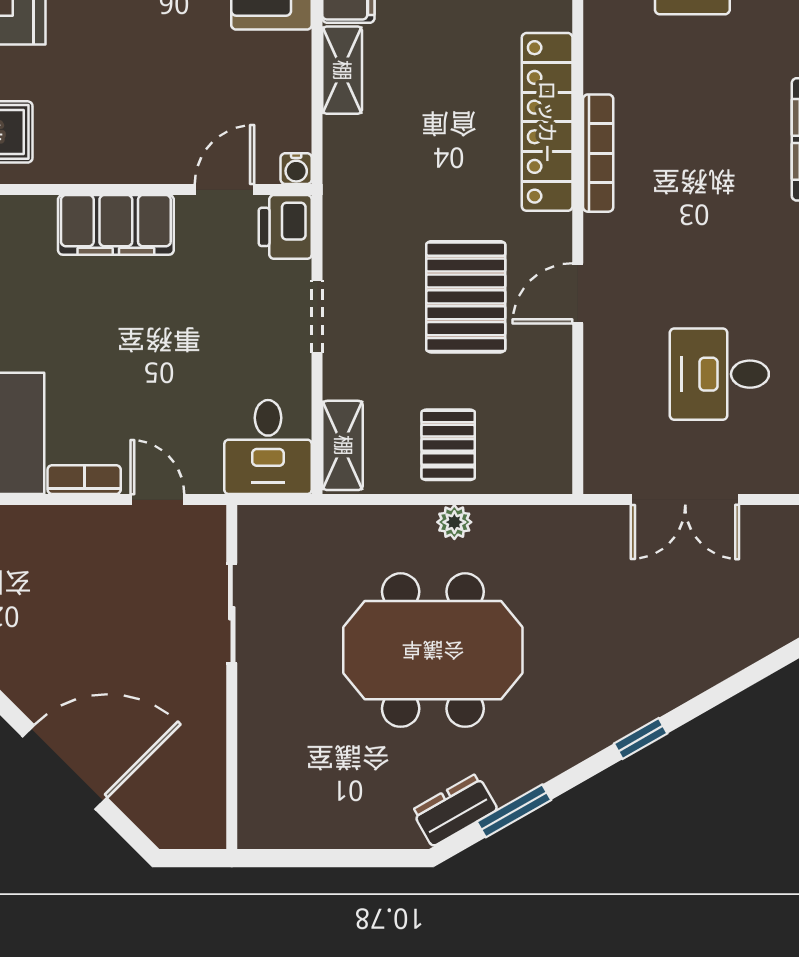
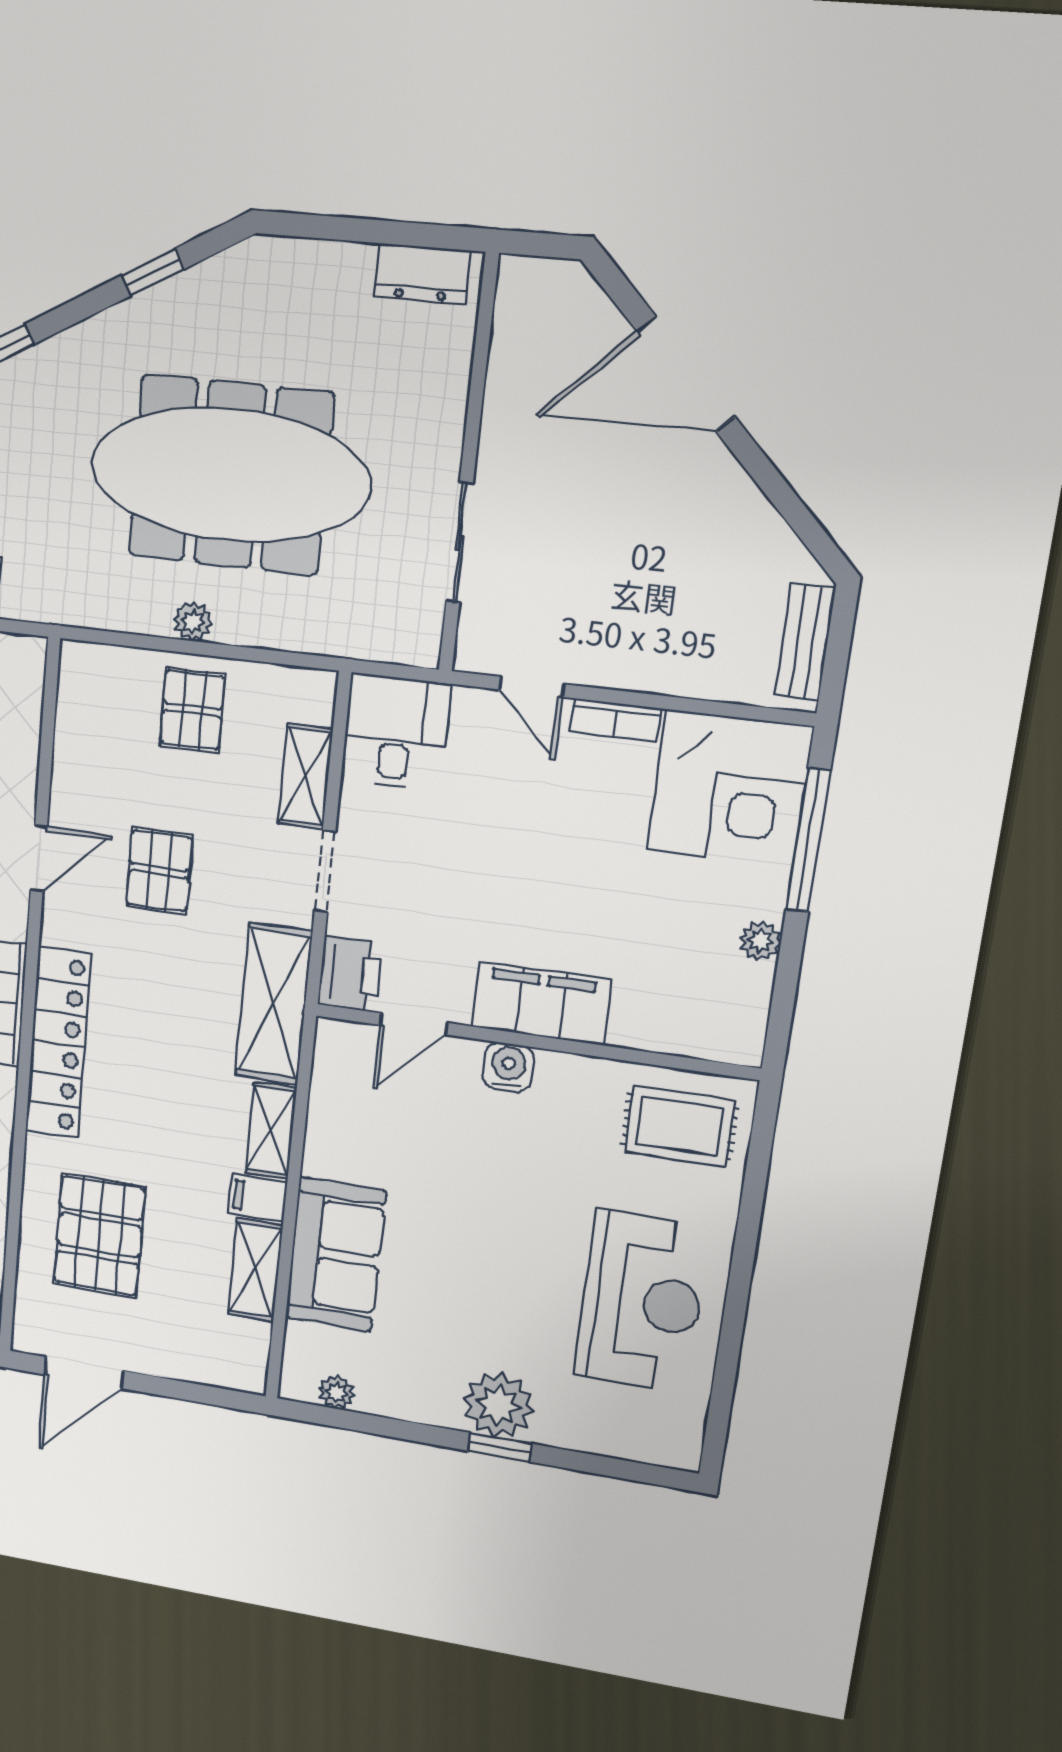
water cooler: (296, 169) -> (508, 1067), moved, width x1.38, depth x1.38
shelving: (351, 189) -> (274, 1004), added
pallet: (466, 297) -> (159, 871), width x0.67, depth x0.71
shelving: (343, 445) -> (305, 776), moved
meeting table: (433, 650) -> (230, 475), width x1.36
dresser: (455, 810) -> (422, 274), moved, turned 30
window: (514, 811) -> (153, 272), width x0.67

